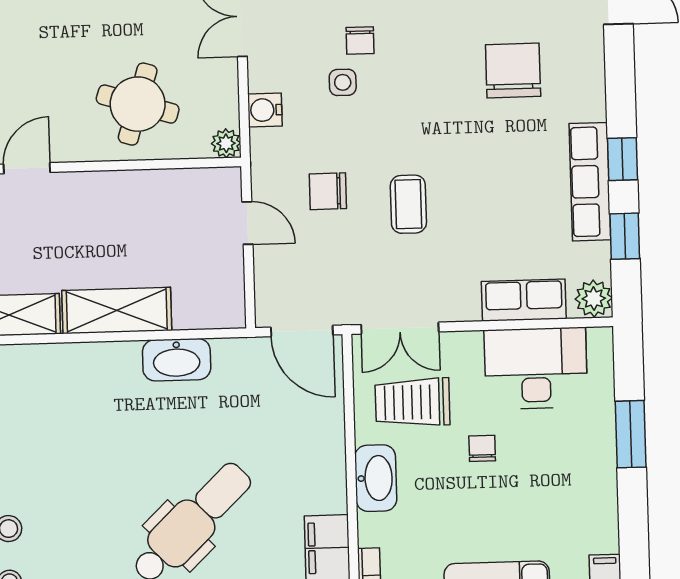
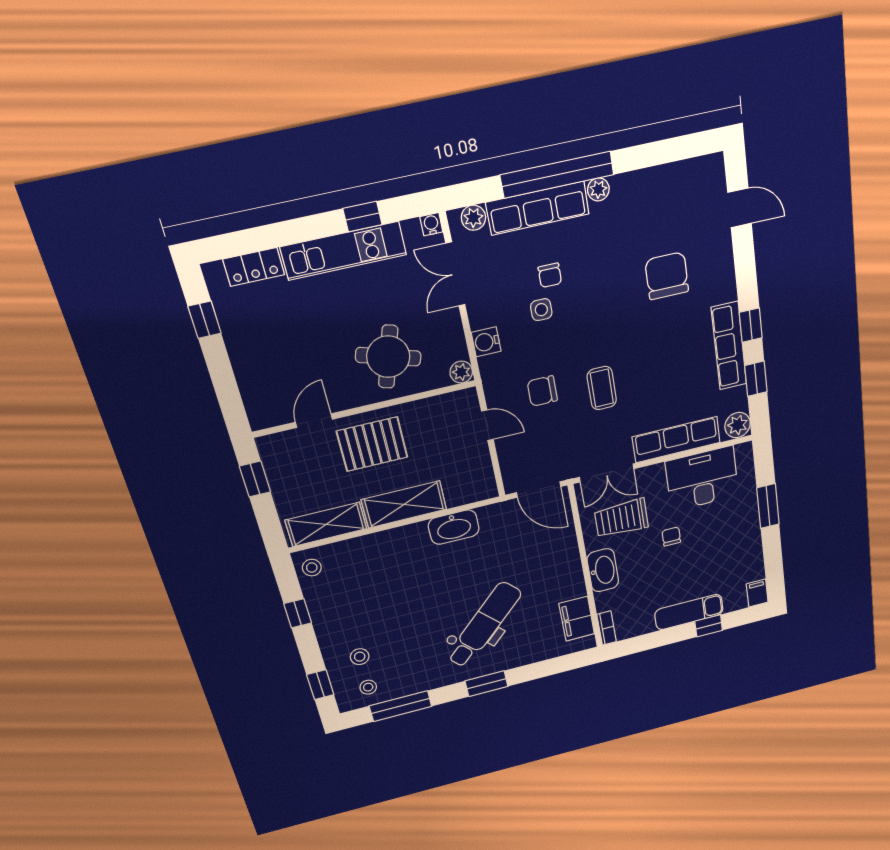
pallet: (93, 216) -> (372, 444), added
row of seats: (524, 300) -> (676, 440), width x1.48

